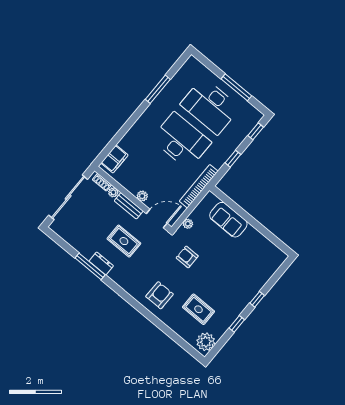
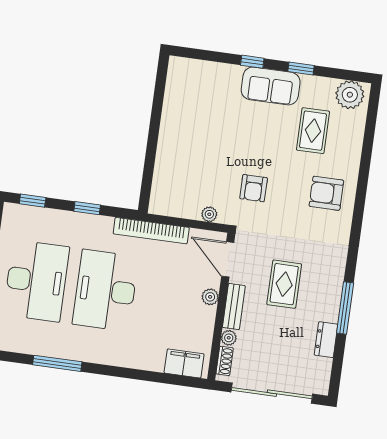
sofa: (228, 220) -> (271, 86), moved, turned 90
dresser: (101, 263) -> (326, 340), moved

